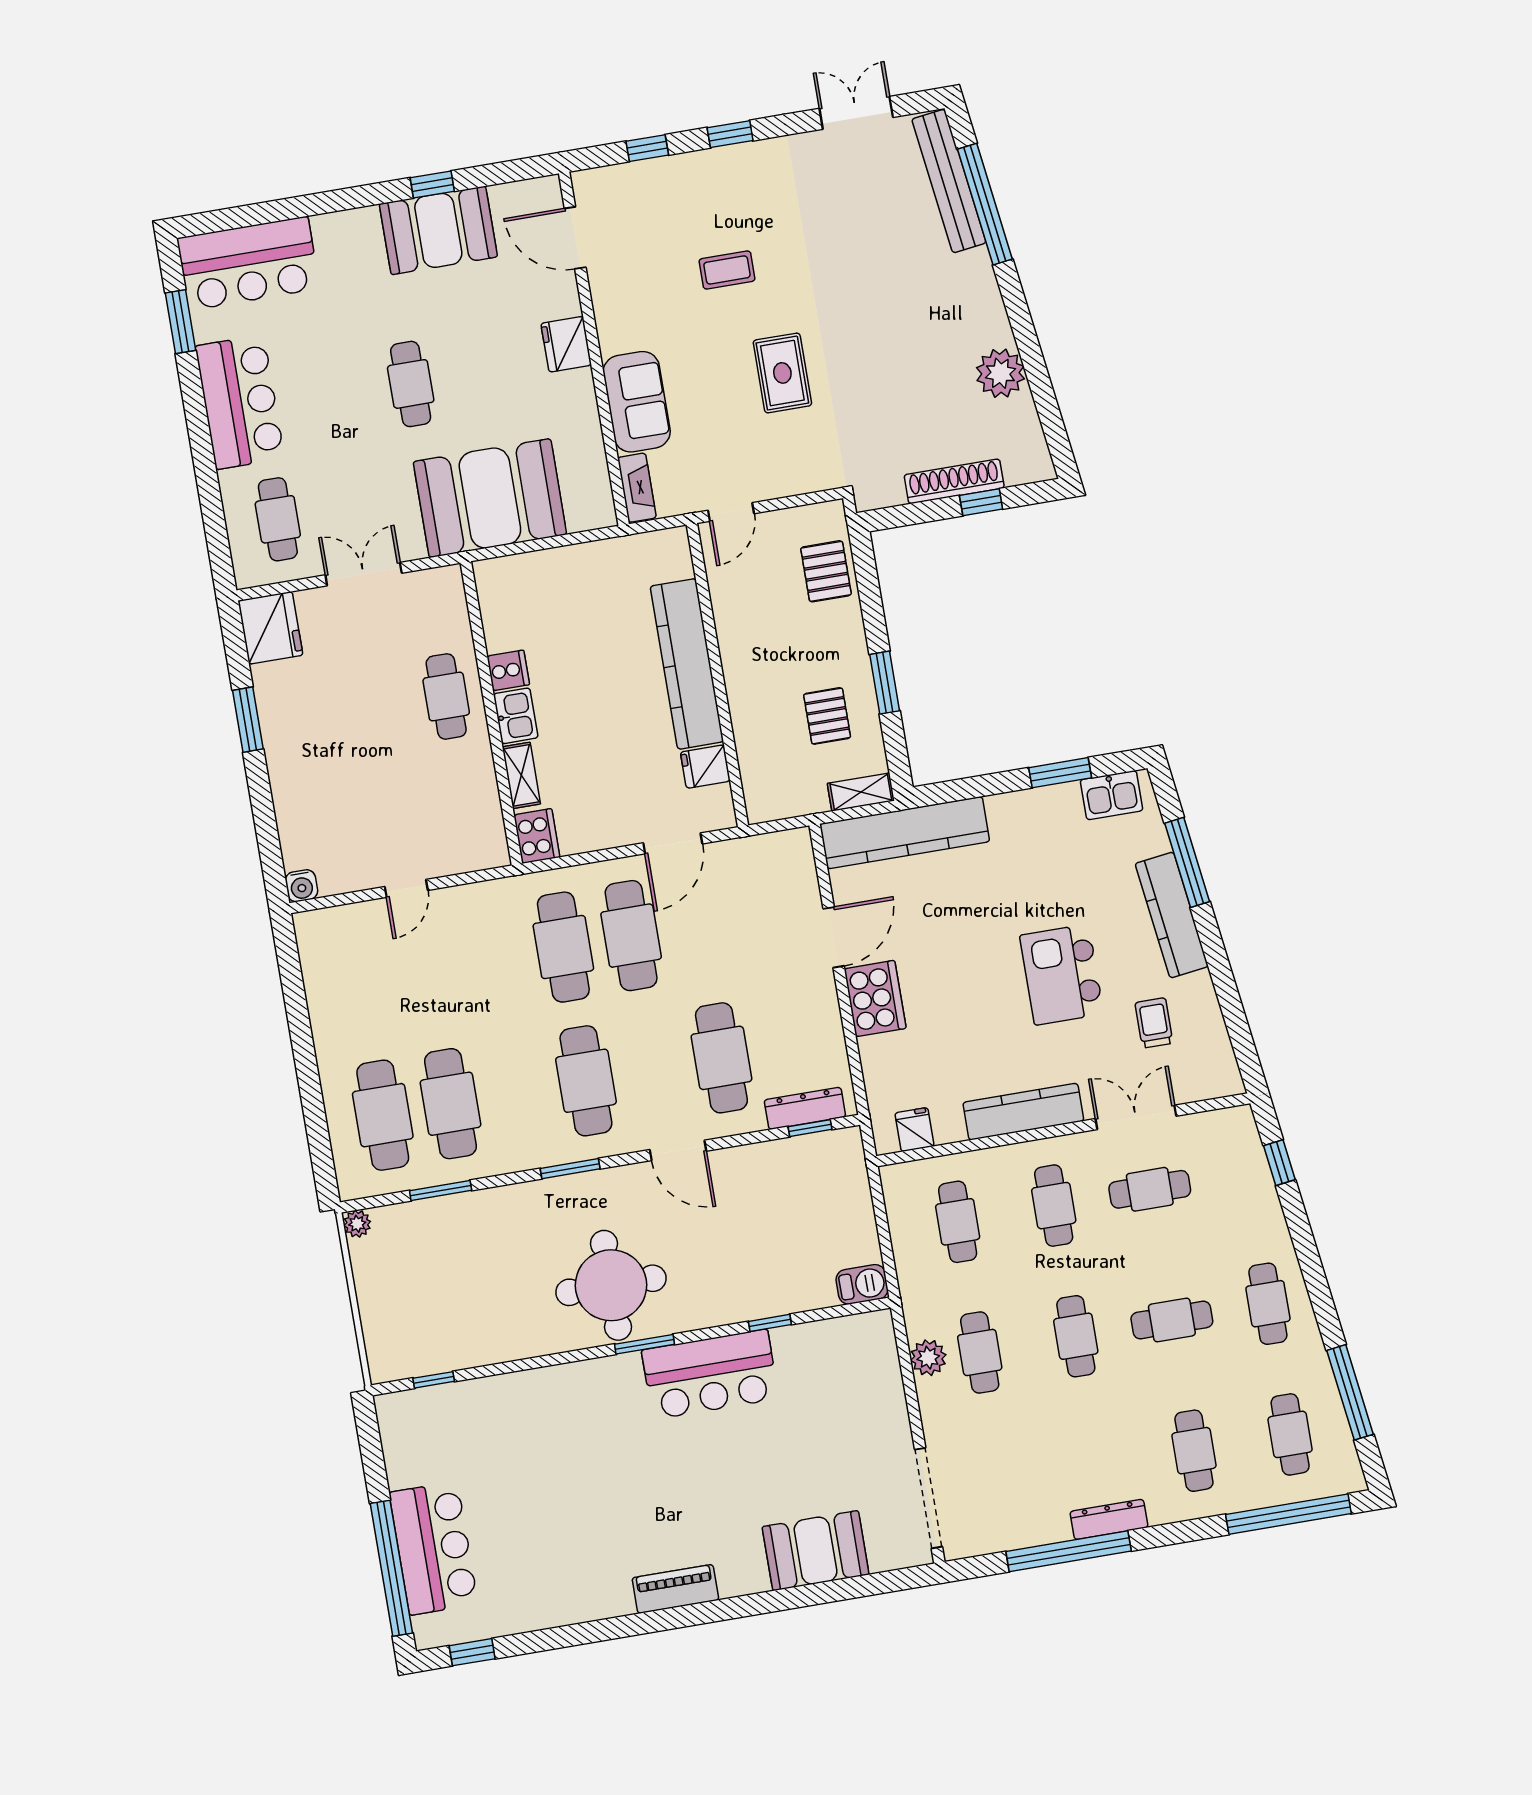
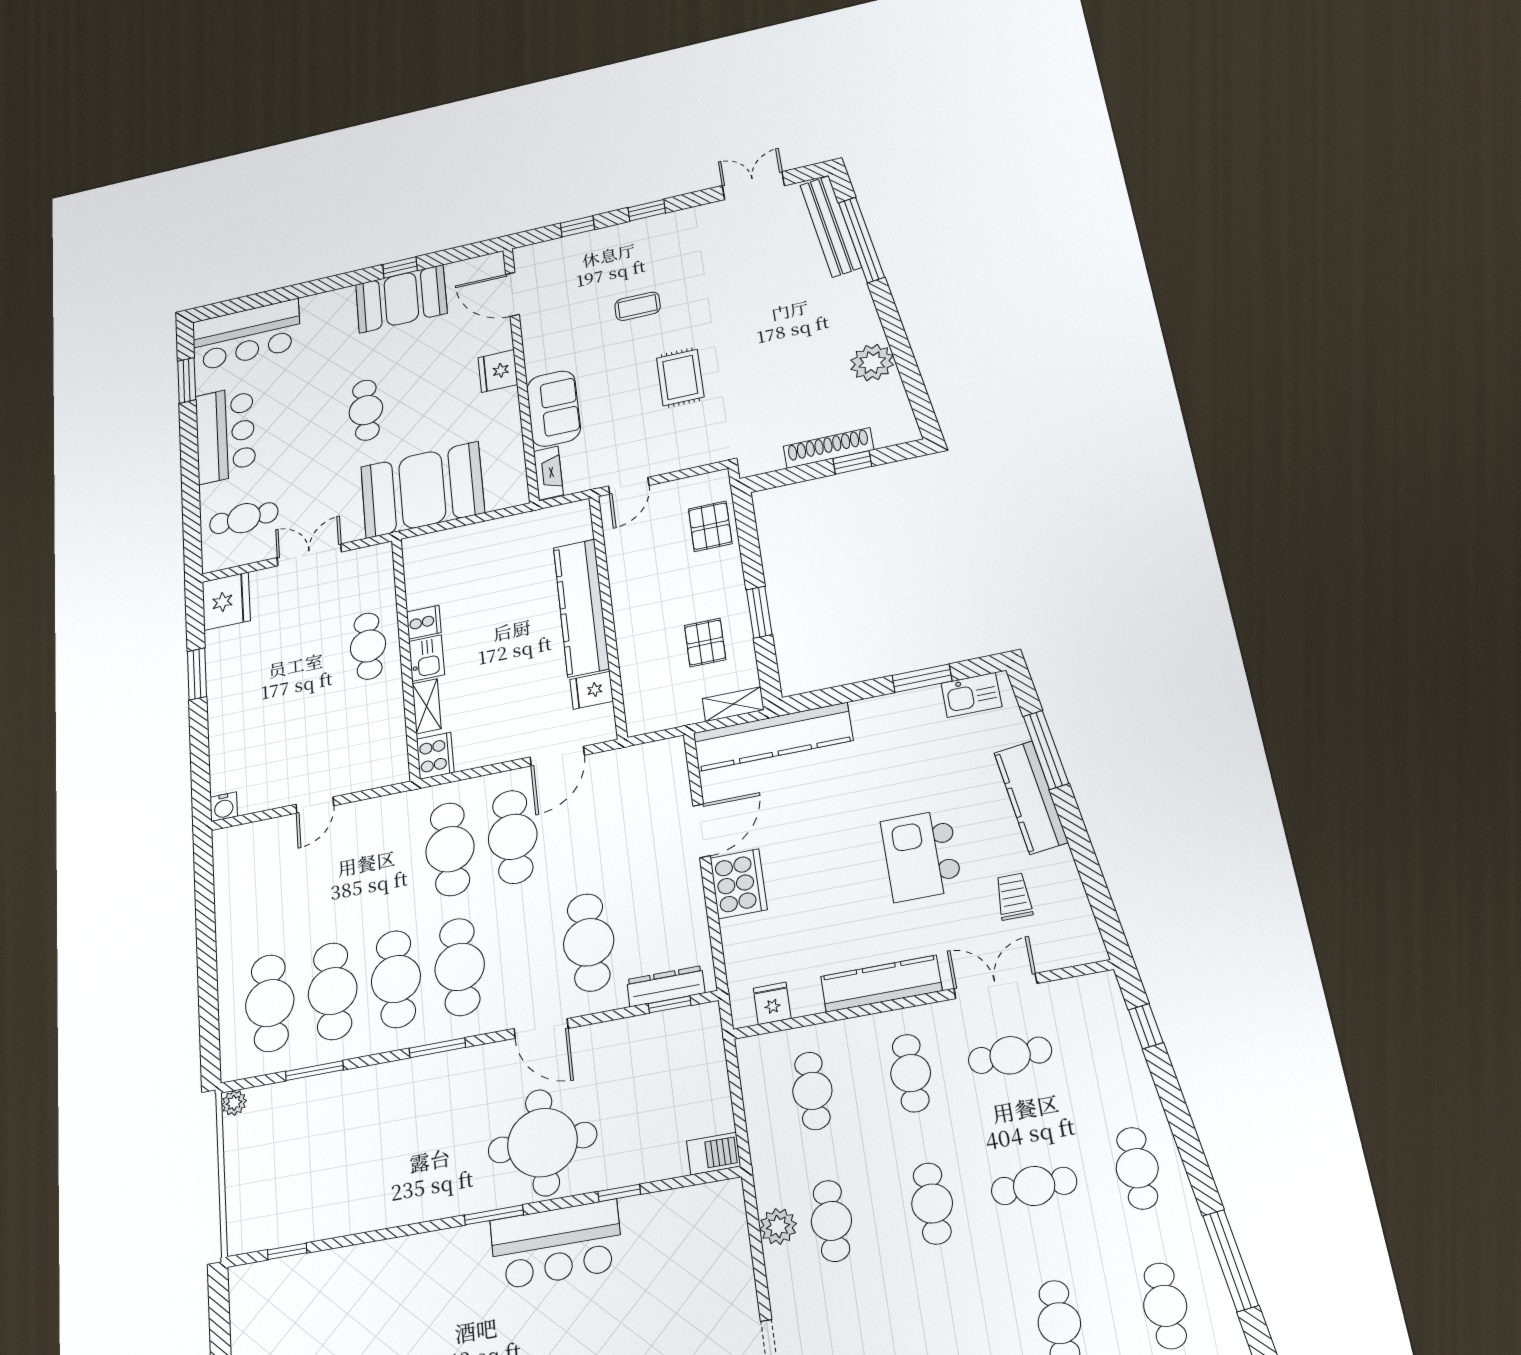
cafe table: (278, 519) -> (244, 518), turned 90
cafe table: (518, 1092) -> (396, 979), added
round table: (611, 1285) -> (542, 1142), moved

